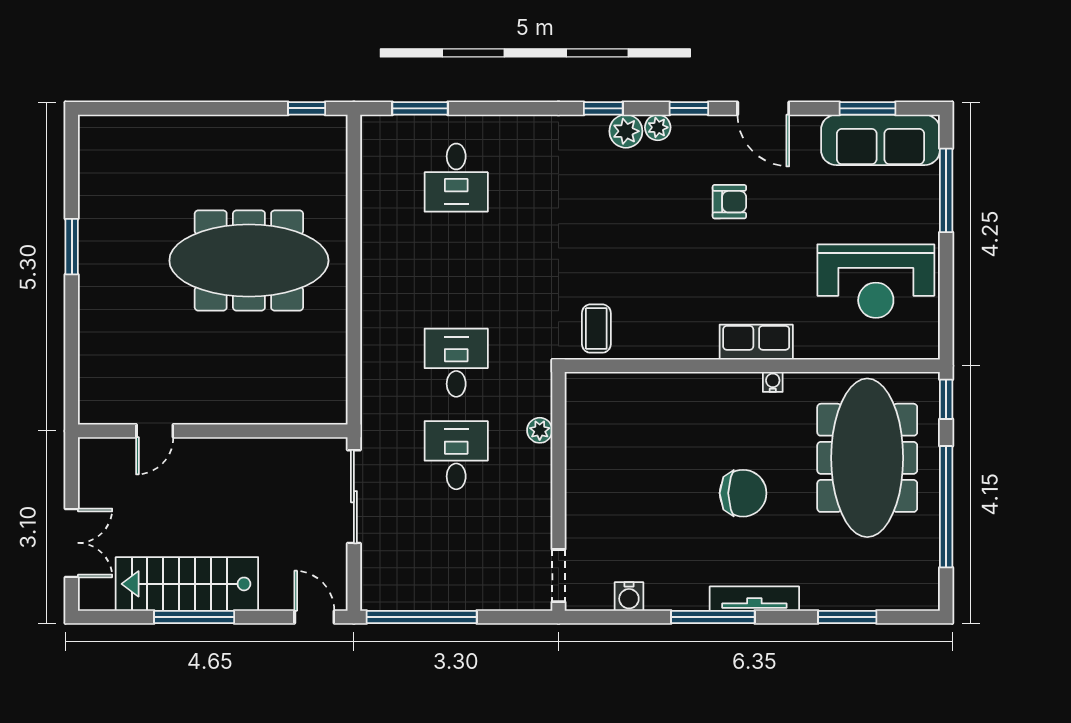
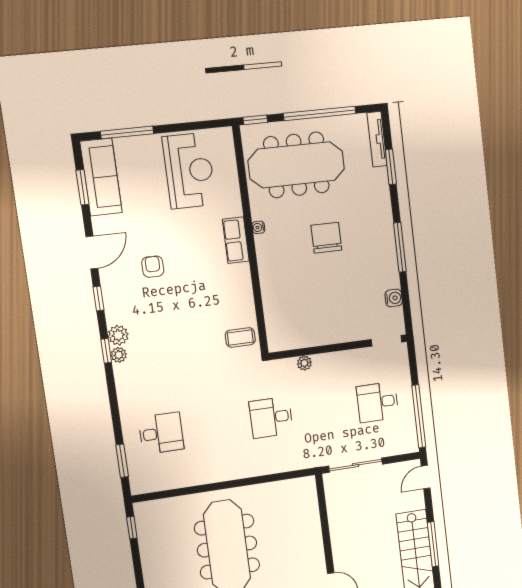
plant: (658, 127) -> (119, 355), moved
desk: (456, 455) -> (378, 402), moved
tv unit: (754, 599) -> (377, 139), moved

